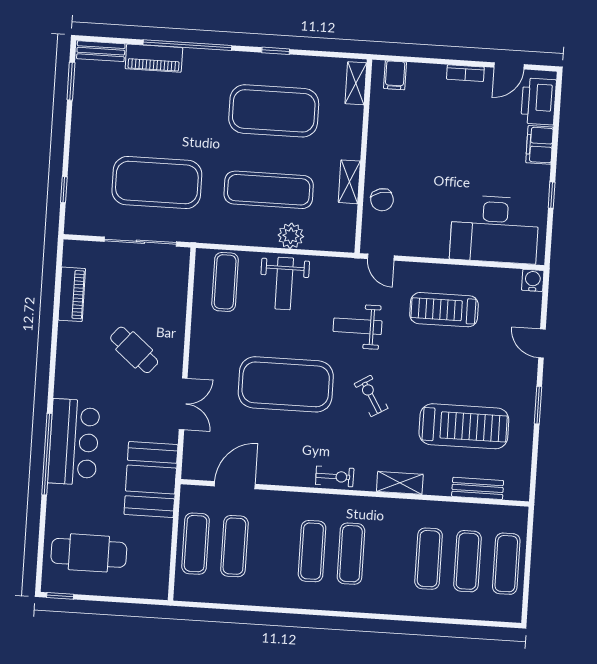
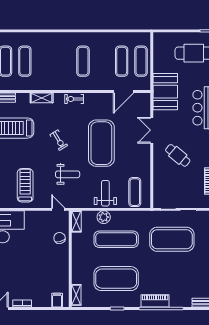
piano: (154, 58) -> (155, 301), moved
shelving: (349, 182) -> (76, 221), moved
treadmill: (444, 310) -> (25, 185), turned -90
exercise mat: (286, 384) -> (101, 143), turned 90
exercise mat: (351, 554) -> (64, 61), removed

